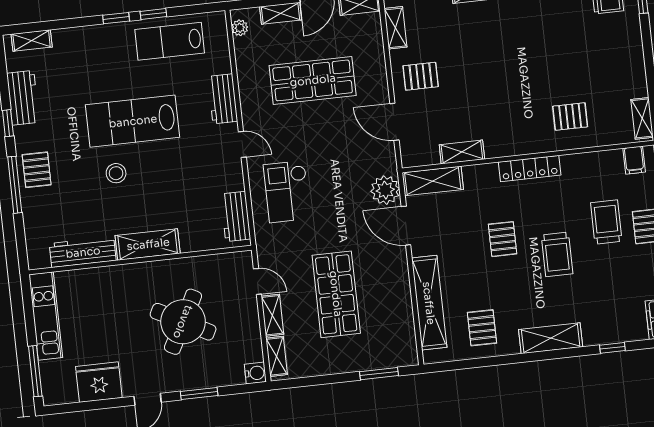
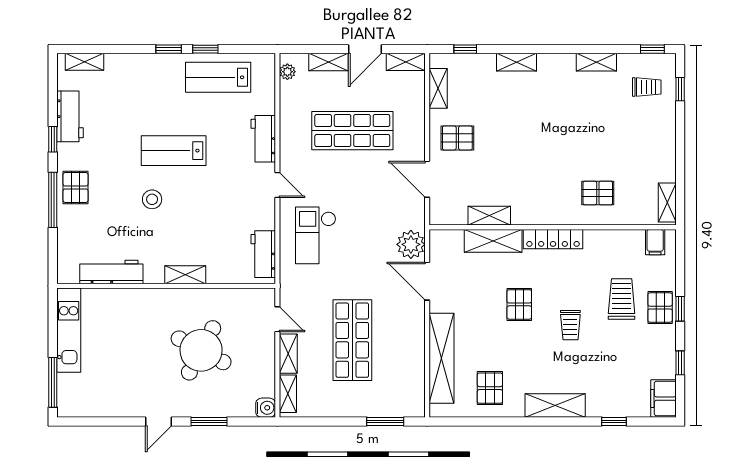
lab bench: (133, 121) -> (174, 151), width x0.73, depth x0.72
shelving: (433, 181) -> (493, 241), moved
shelving: (148, 244) -> (185, 275), width x0.67, depth x0.75
trolley: (557, 254) -> (570, 325), width x0.73, depth x0.72
fridge: (99, 382) -> (113, 400), removed

